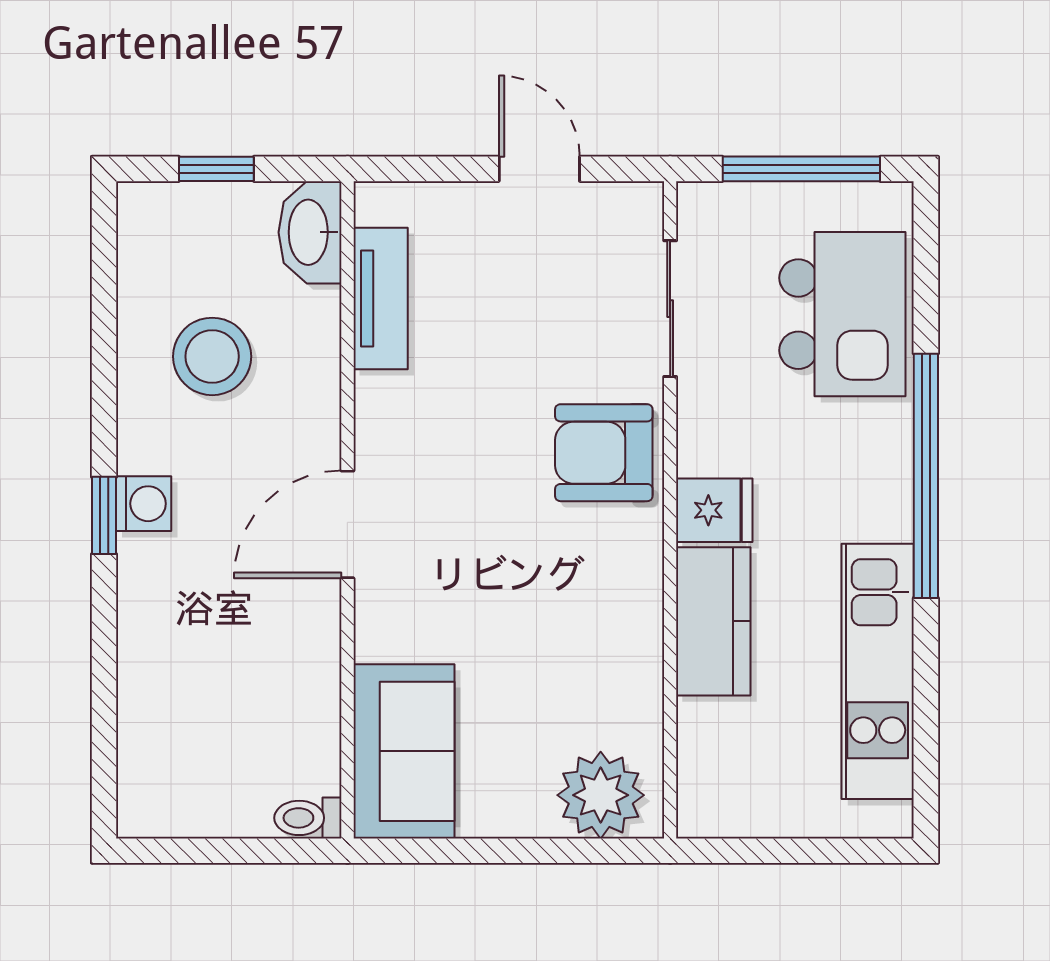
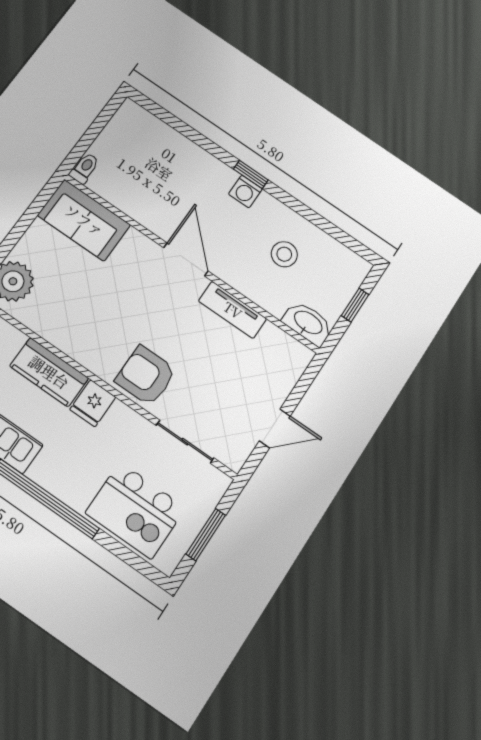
window: (801, 169) -> (206, 535), width x0.69
tv unit: (381, 298) -> (233, 310), moved
stool: (212, 356) -> (284, 254), width x0.73, depth x0.73
armchair: (604, 453) -> (146, 376), turned -90

